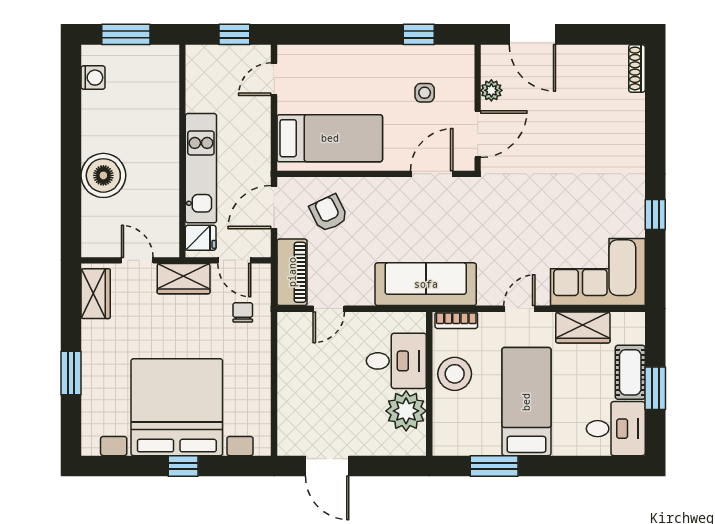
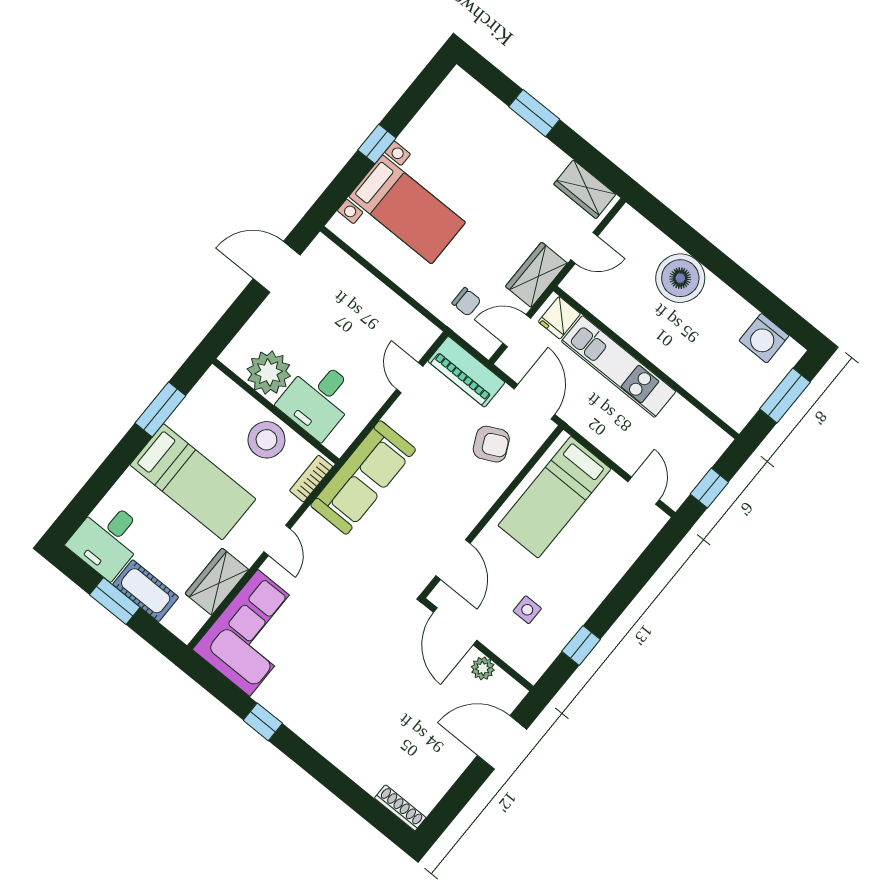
washing machine: (93, 78) -> (764, 338), width x1.38, depth x1.38
bed with nightstands: (177, 407) -> (407, 209), width x0.54

